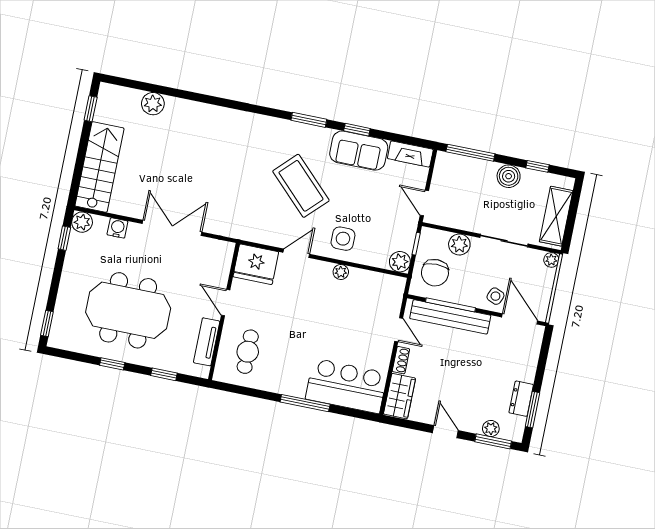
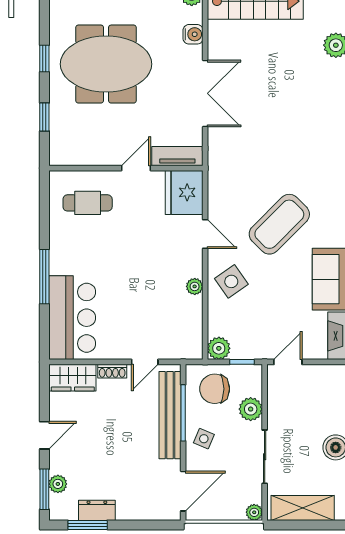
side table: (343, 239) -> (231, 281), turned -35
side table: (495, 296) -> (204, 439), moved
meeting table: (128, 310) -> (106, 64), turned 90
tv unit: (207, 342) -> (177, 156), moved

